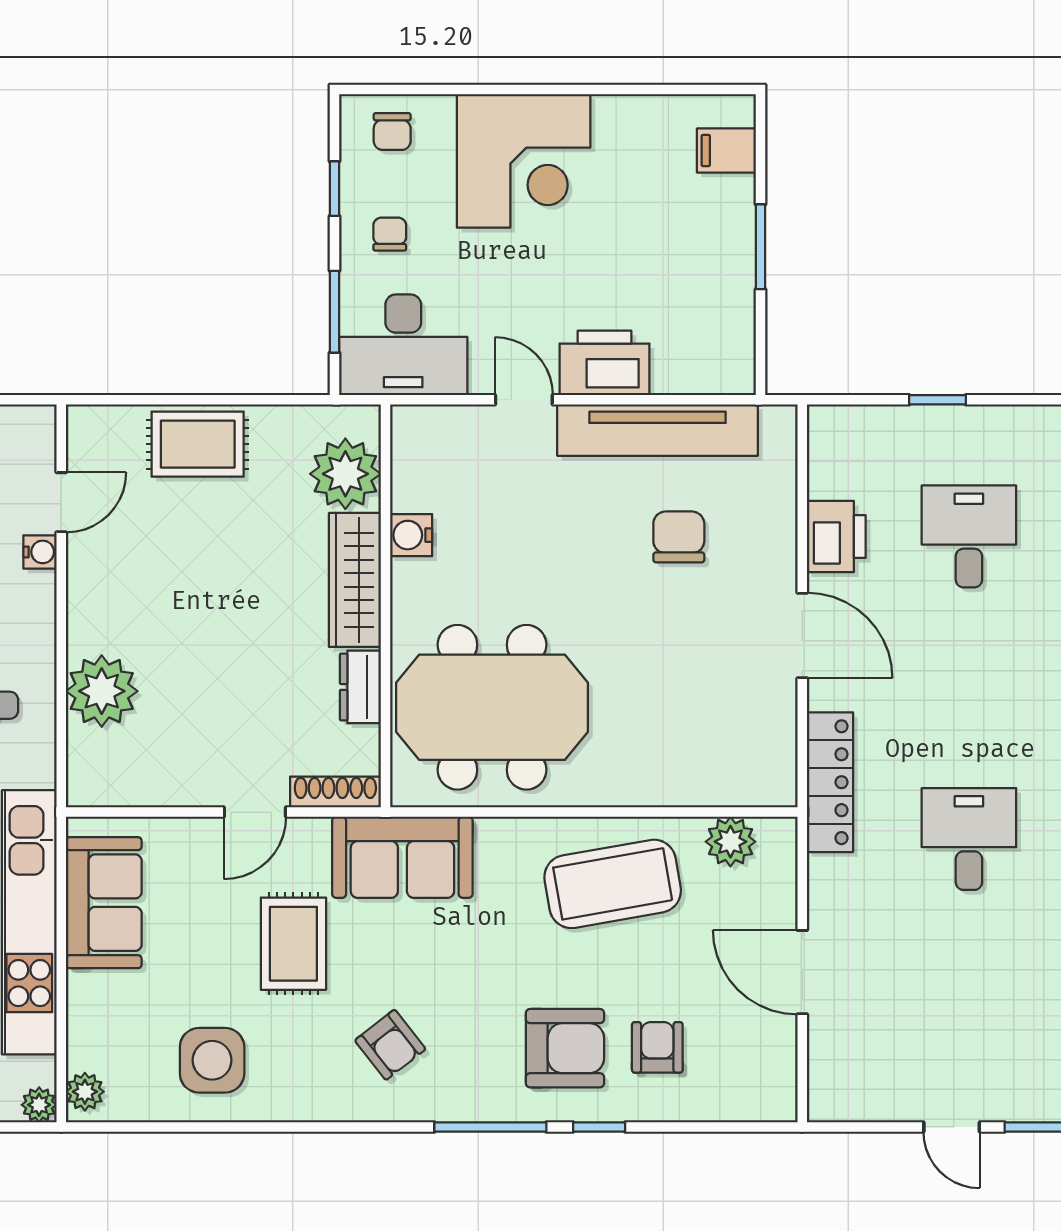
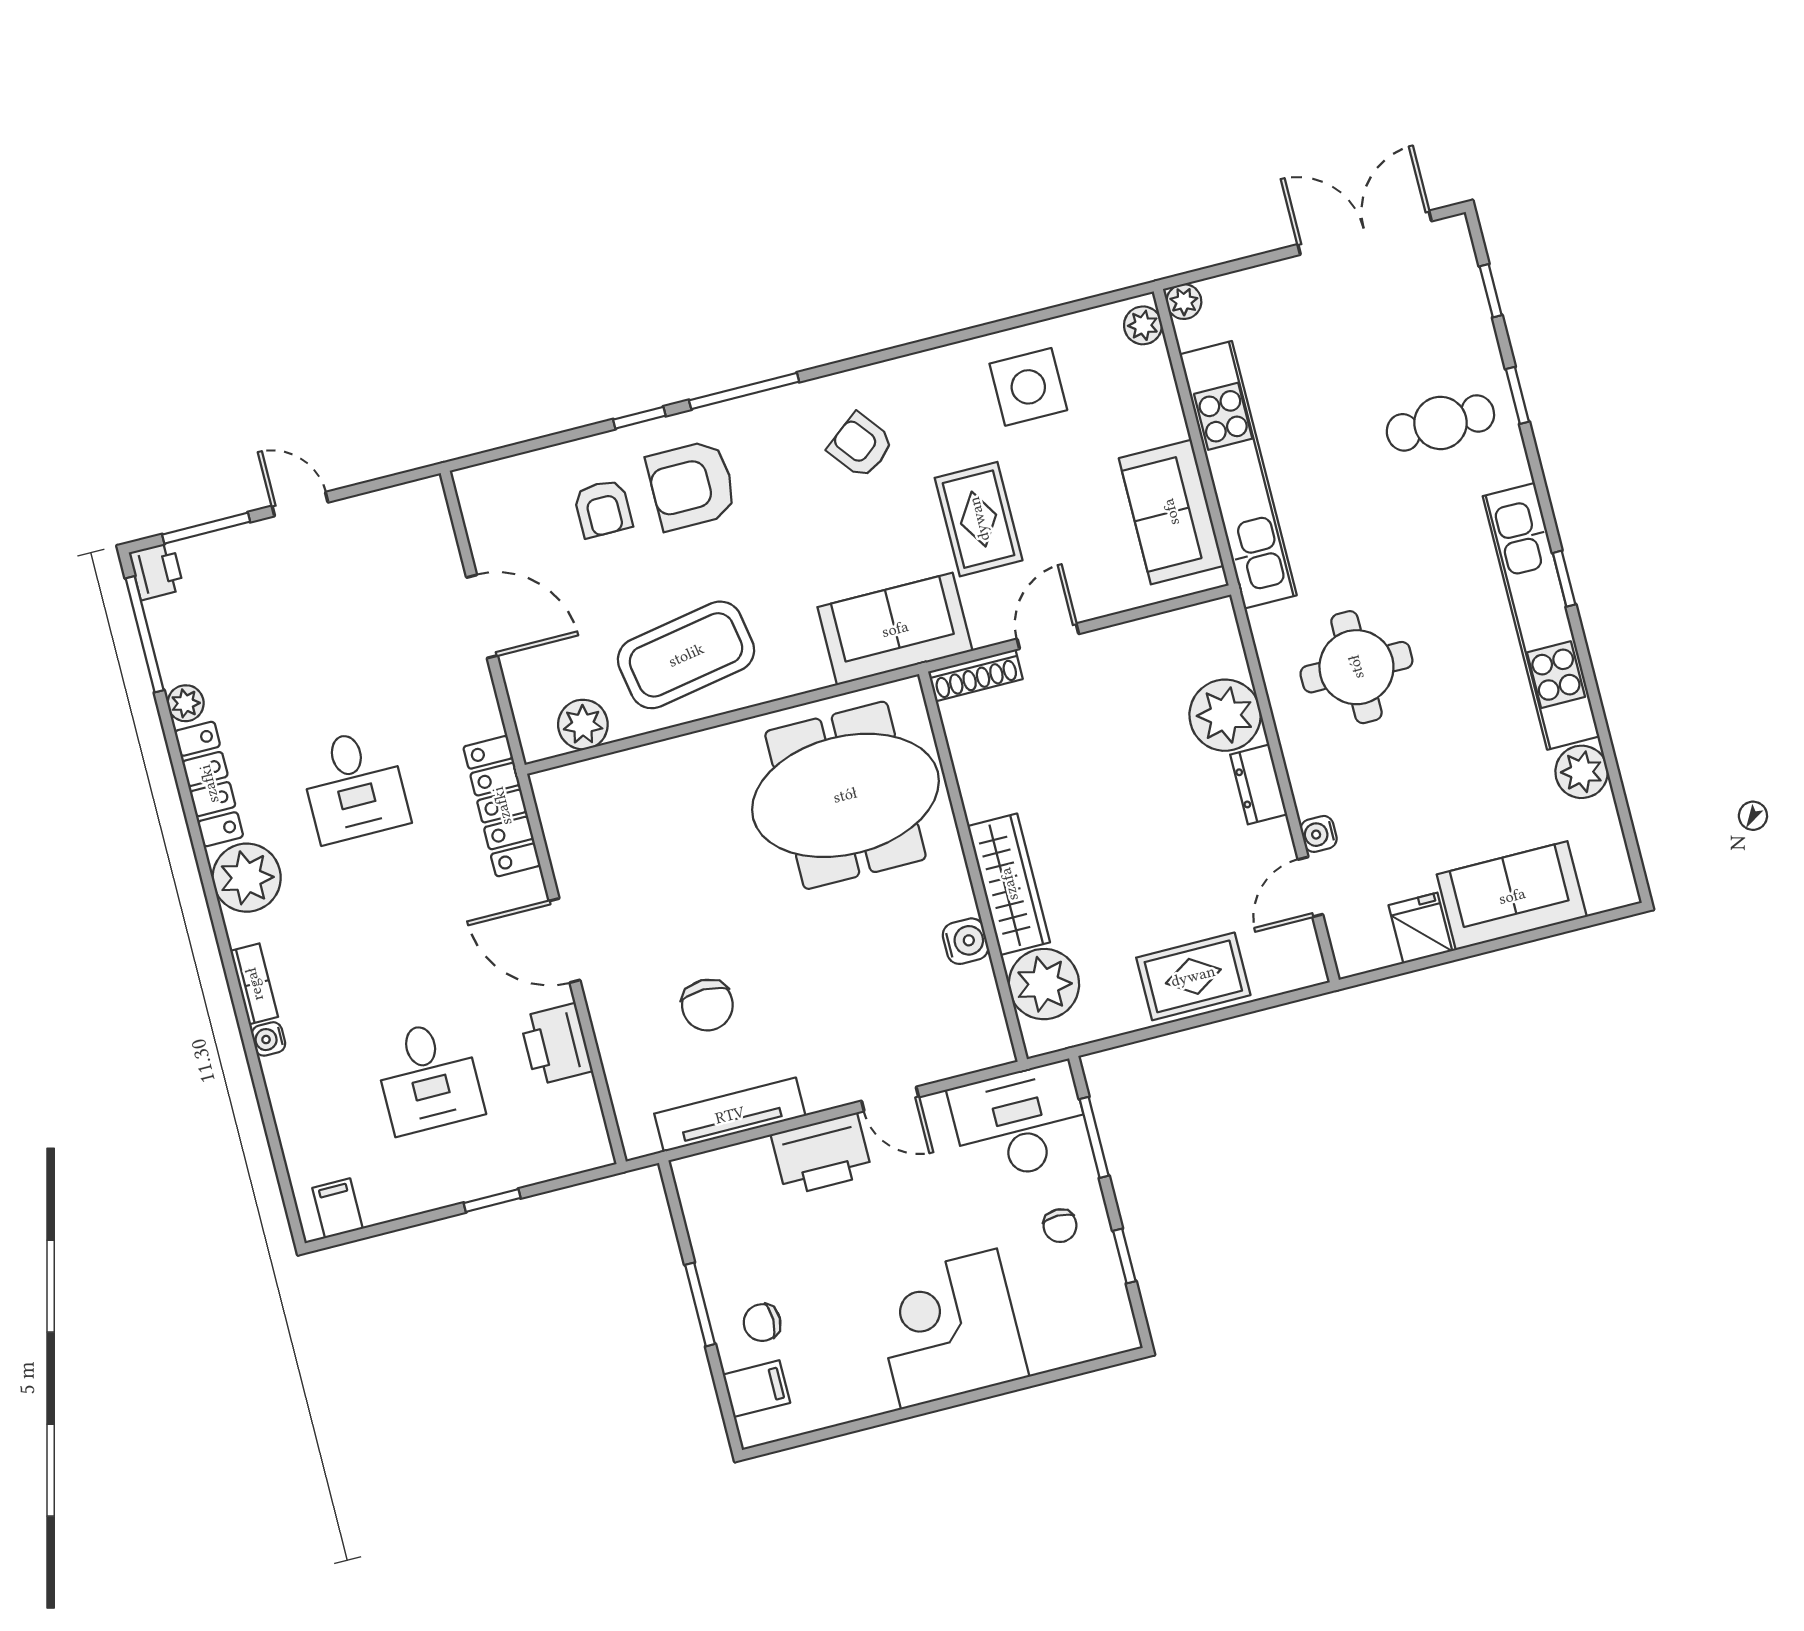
chair: (392, 132) -> (762, 1323), moved, turned -90
tv unit: (658, 430) -> (730, 1115), width x0.73, depth x0.78
dresser: (360, 687) -> (1259, 784), moved, turned 180

